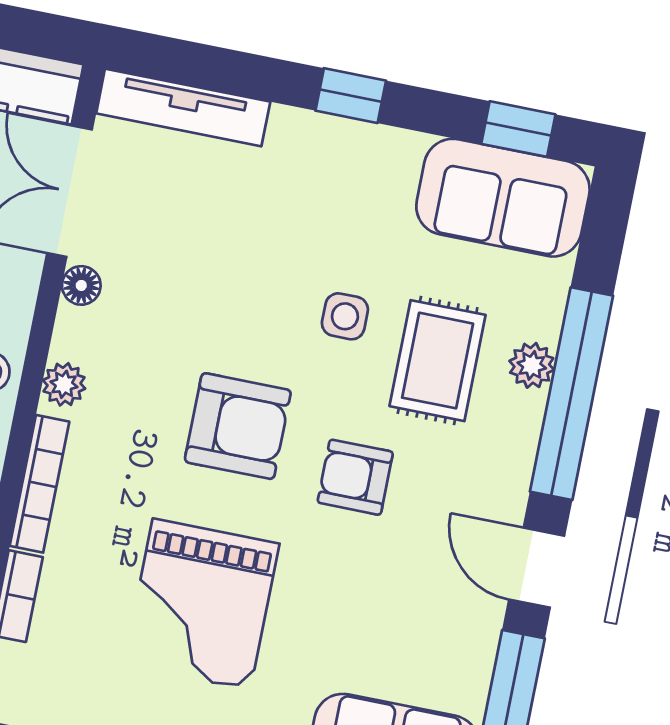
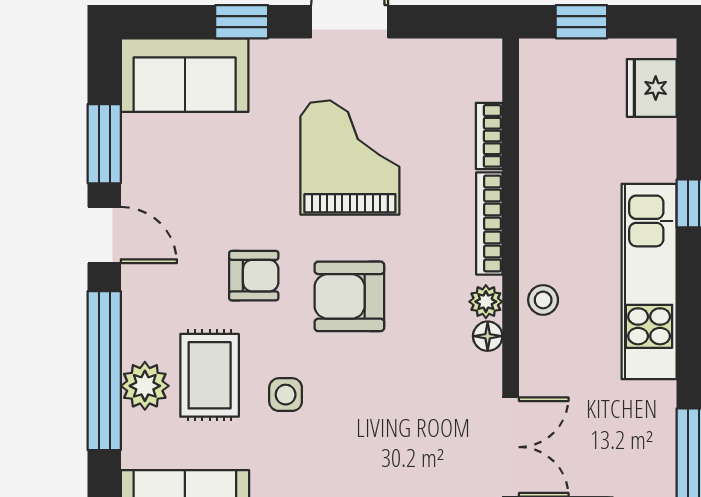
floor lamp: (81, 285) -> (488, 336), moved
plant: (532, 365) -> (145, 386), width x1.38, depth x1.38

